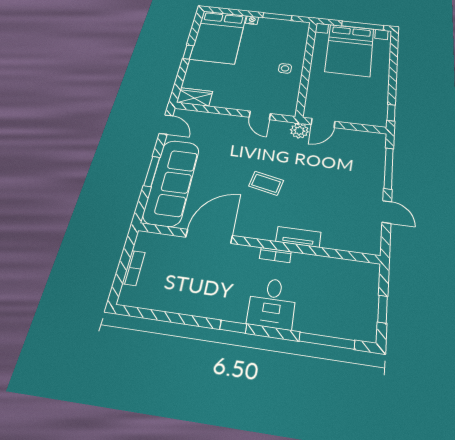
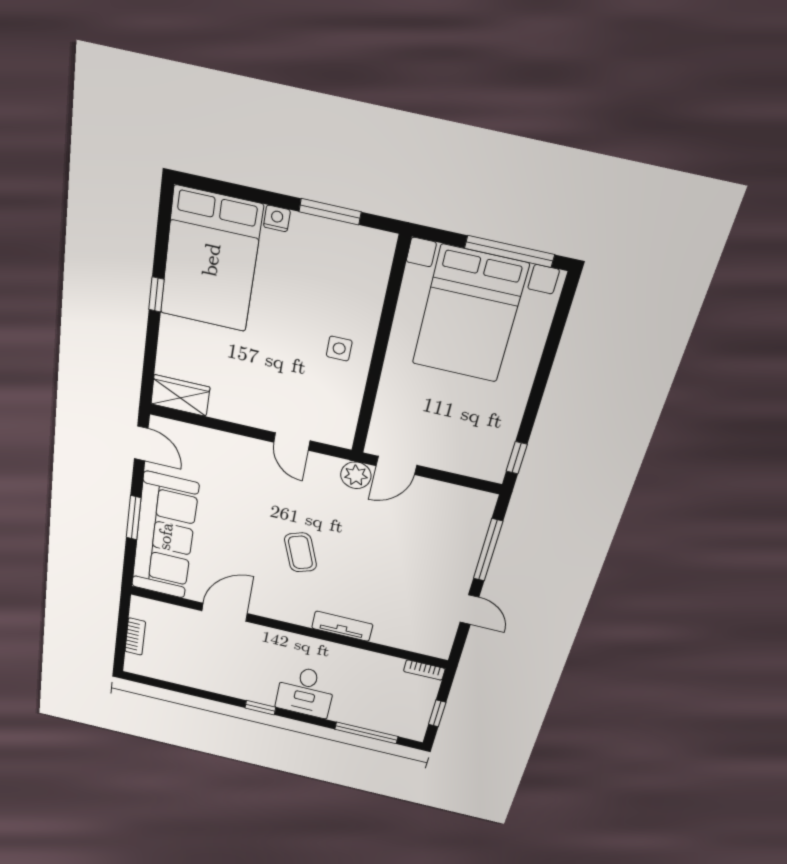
coffee table: (266, 183) -> (300, 552), turned 58
door: (209, 236) -> (224, 612), width x0.73
bookcase: (275, 255) -> (424, 670), moved

